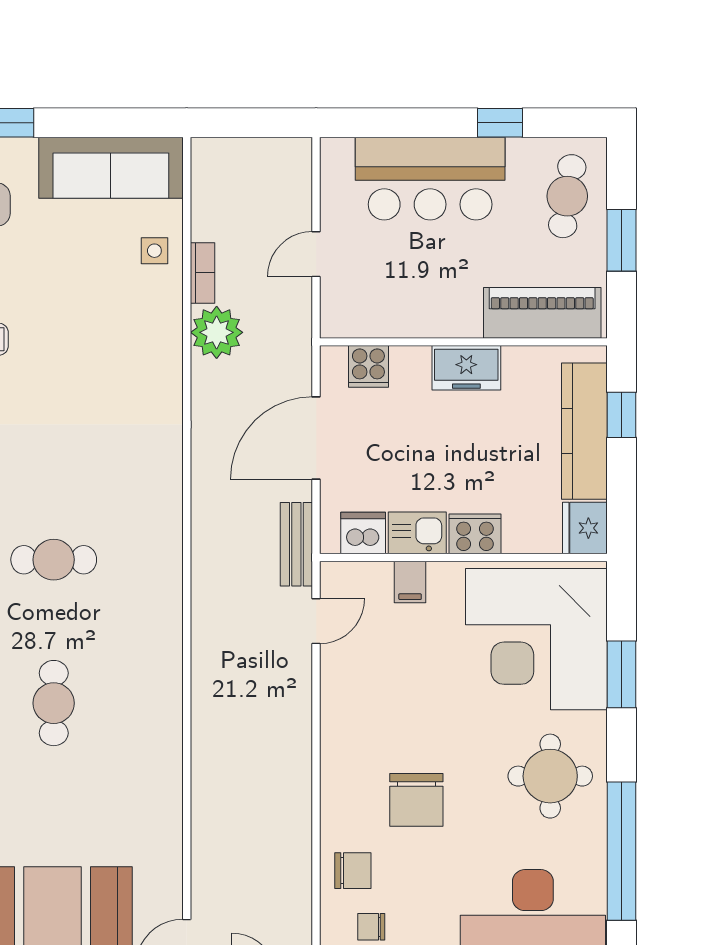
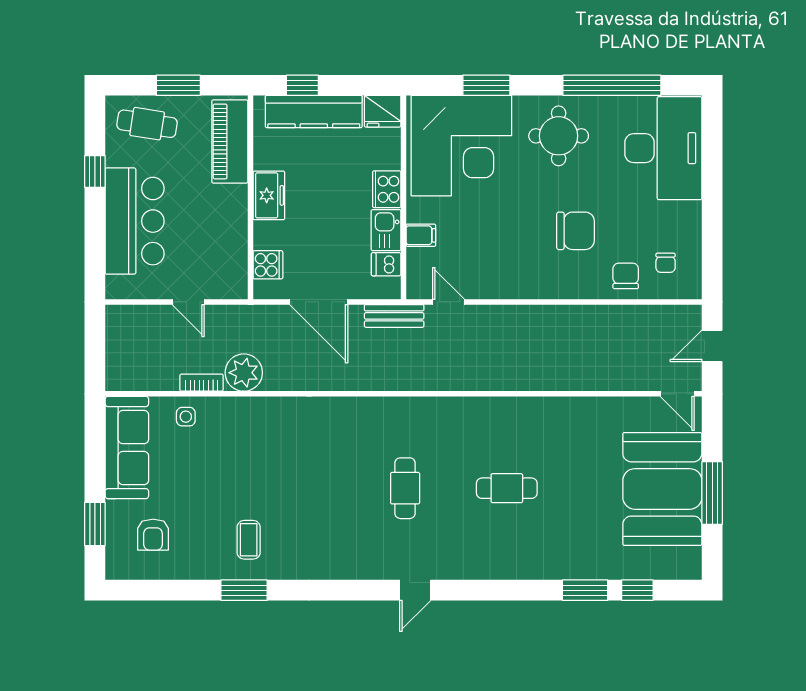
dishwasher: (363, 533) -> (386, 264), width x0.73

